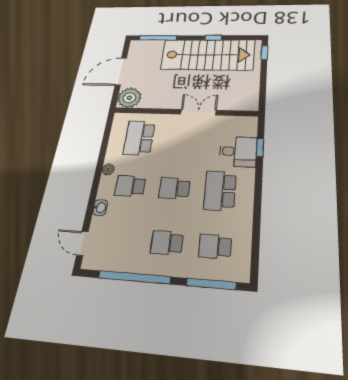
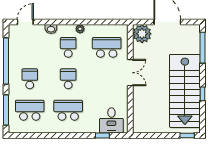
double door: (198, 112) -> (130, 73), moved
desk: (238, 151) -> (111, 120), moved
school desk: (215, 246) -> (30, 110), width x1.85

